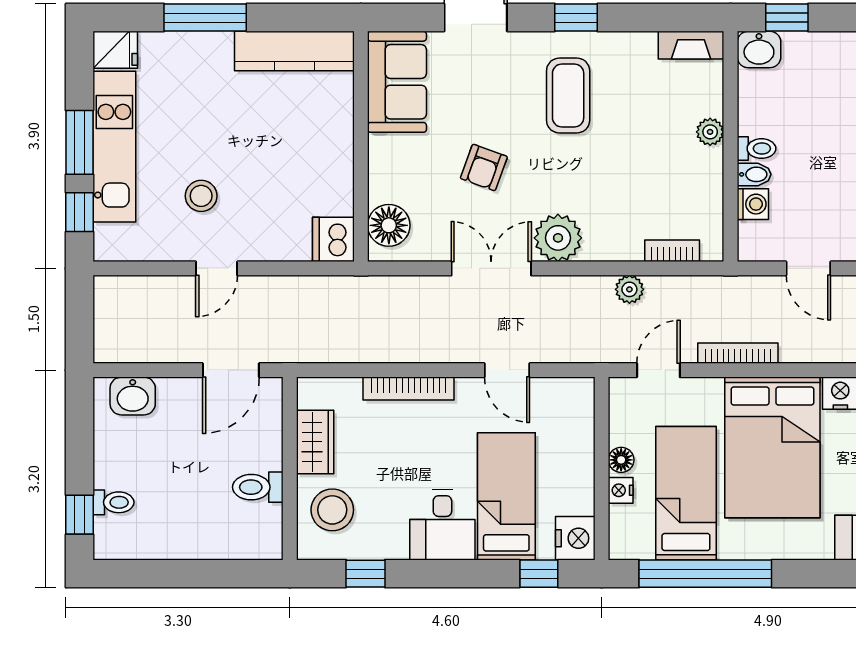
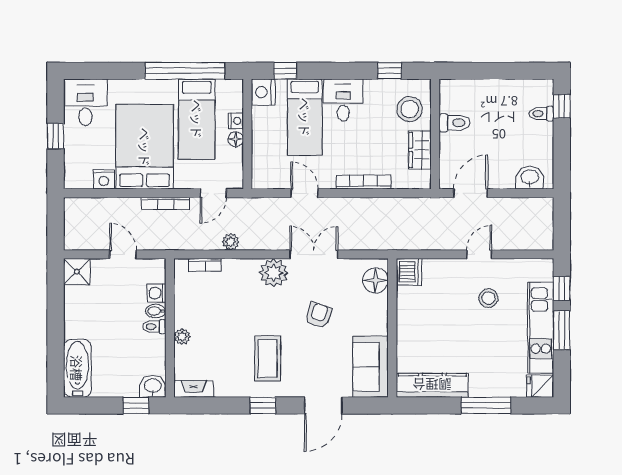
double door: (491, 268) -> (314, 254), swing flipped

